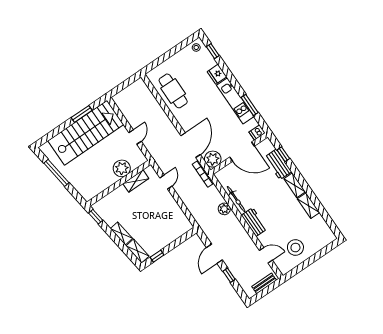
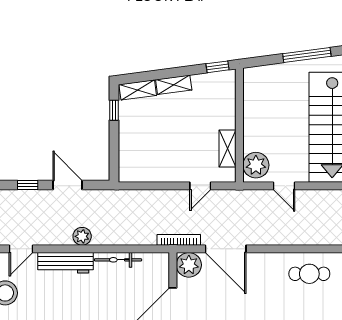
cafe table: (173, 91) -> (309, 274), width x0.73, depth x0.74
plant: (122, 168) -> (256, 165), moved
door: (166, 182) -> (200, 186), hinge flipped
plant: (224, 209) -> (82, 236), moved
workbench: (254, 222) -> (66, 263), width x1.38

